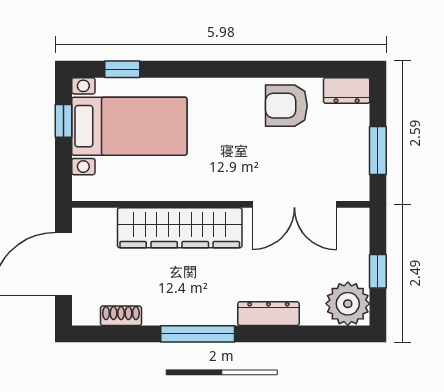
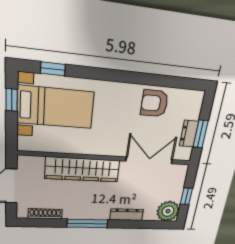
dresser: (347, 91) -> (189, 134), moved, turned 90
double door: (294, 204) -> (149, 160), swing flipped
shoe rack: (121, 316) -> (45, 214), width x1.43

